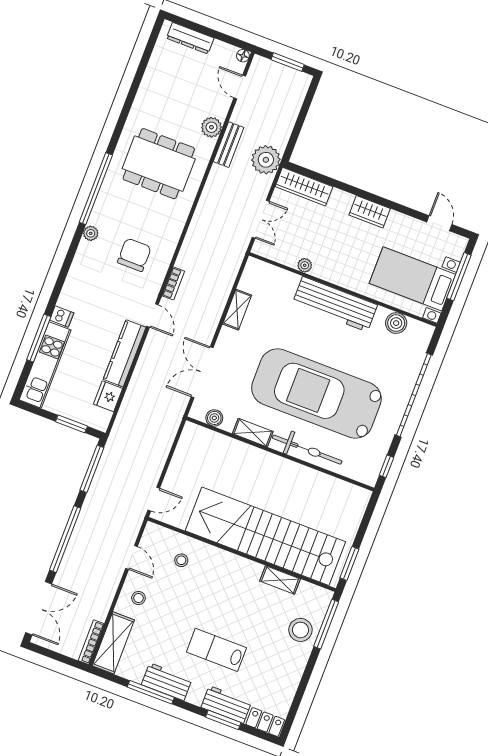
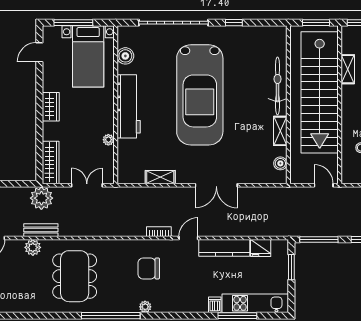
boiler: (214, 418) -> (280, 163), moved
shelving: (253, 433) -> (280, 131), moved
bicycle: (307, 450) -> (278, 86), moved
wall: (280, 454) -> (288, 105), moved

